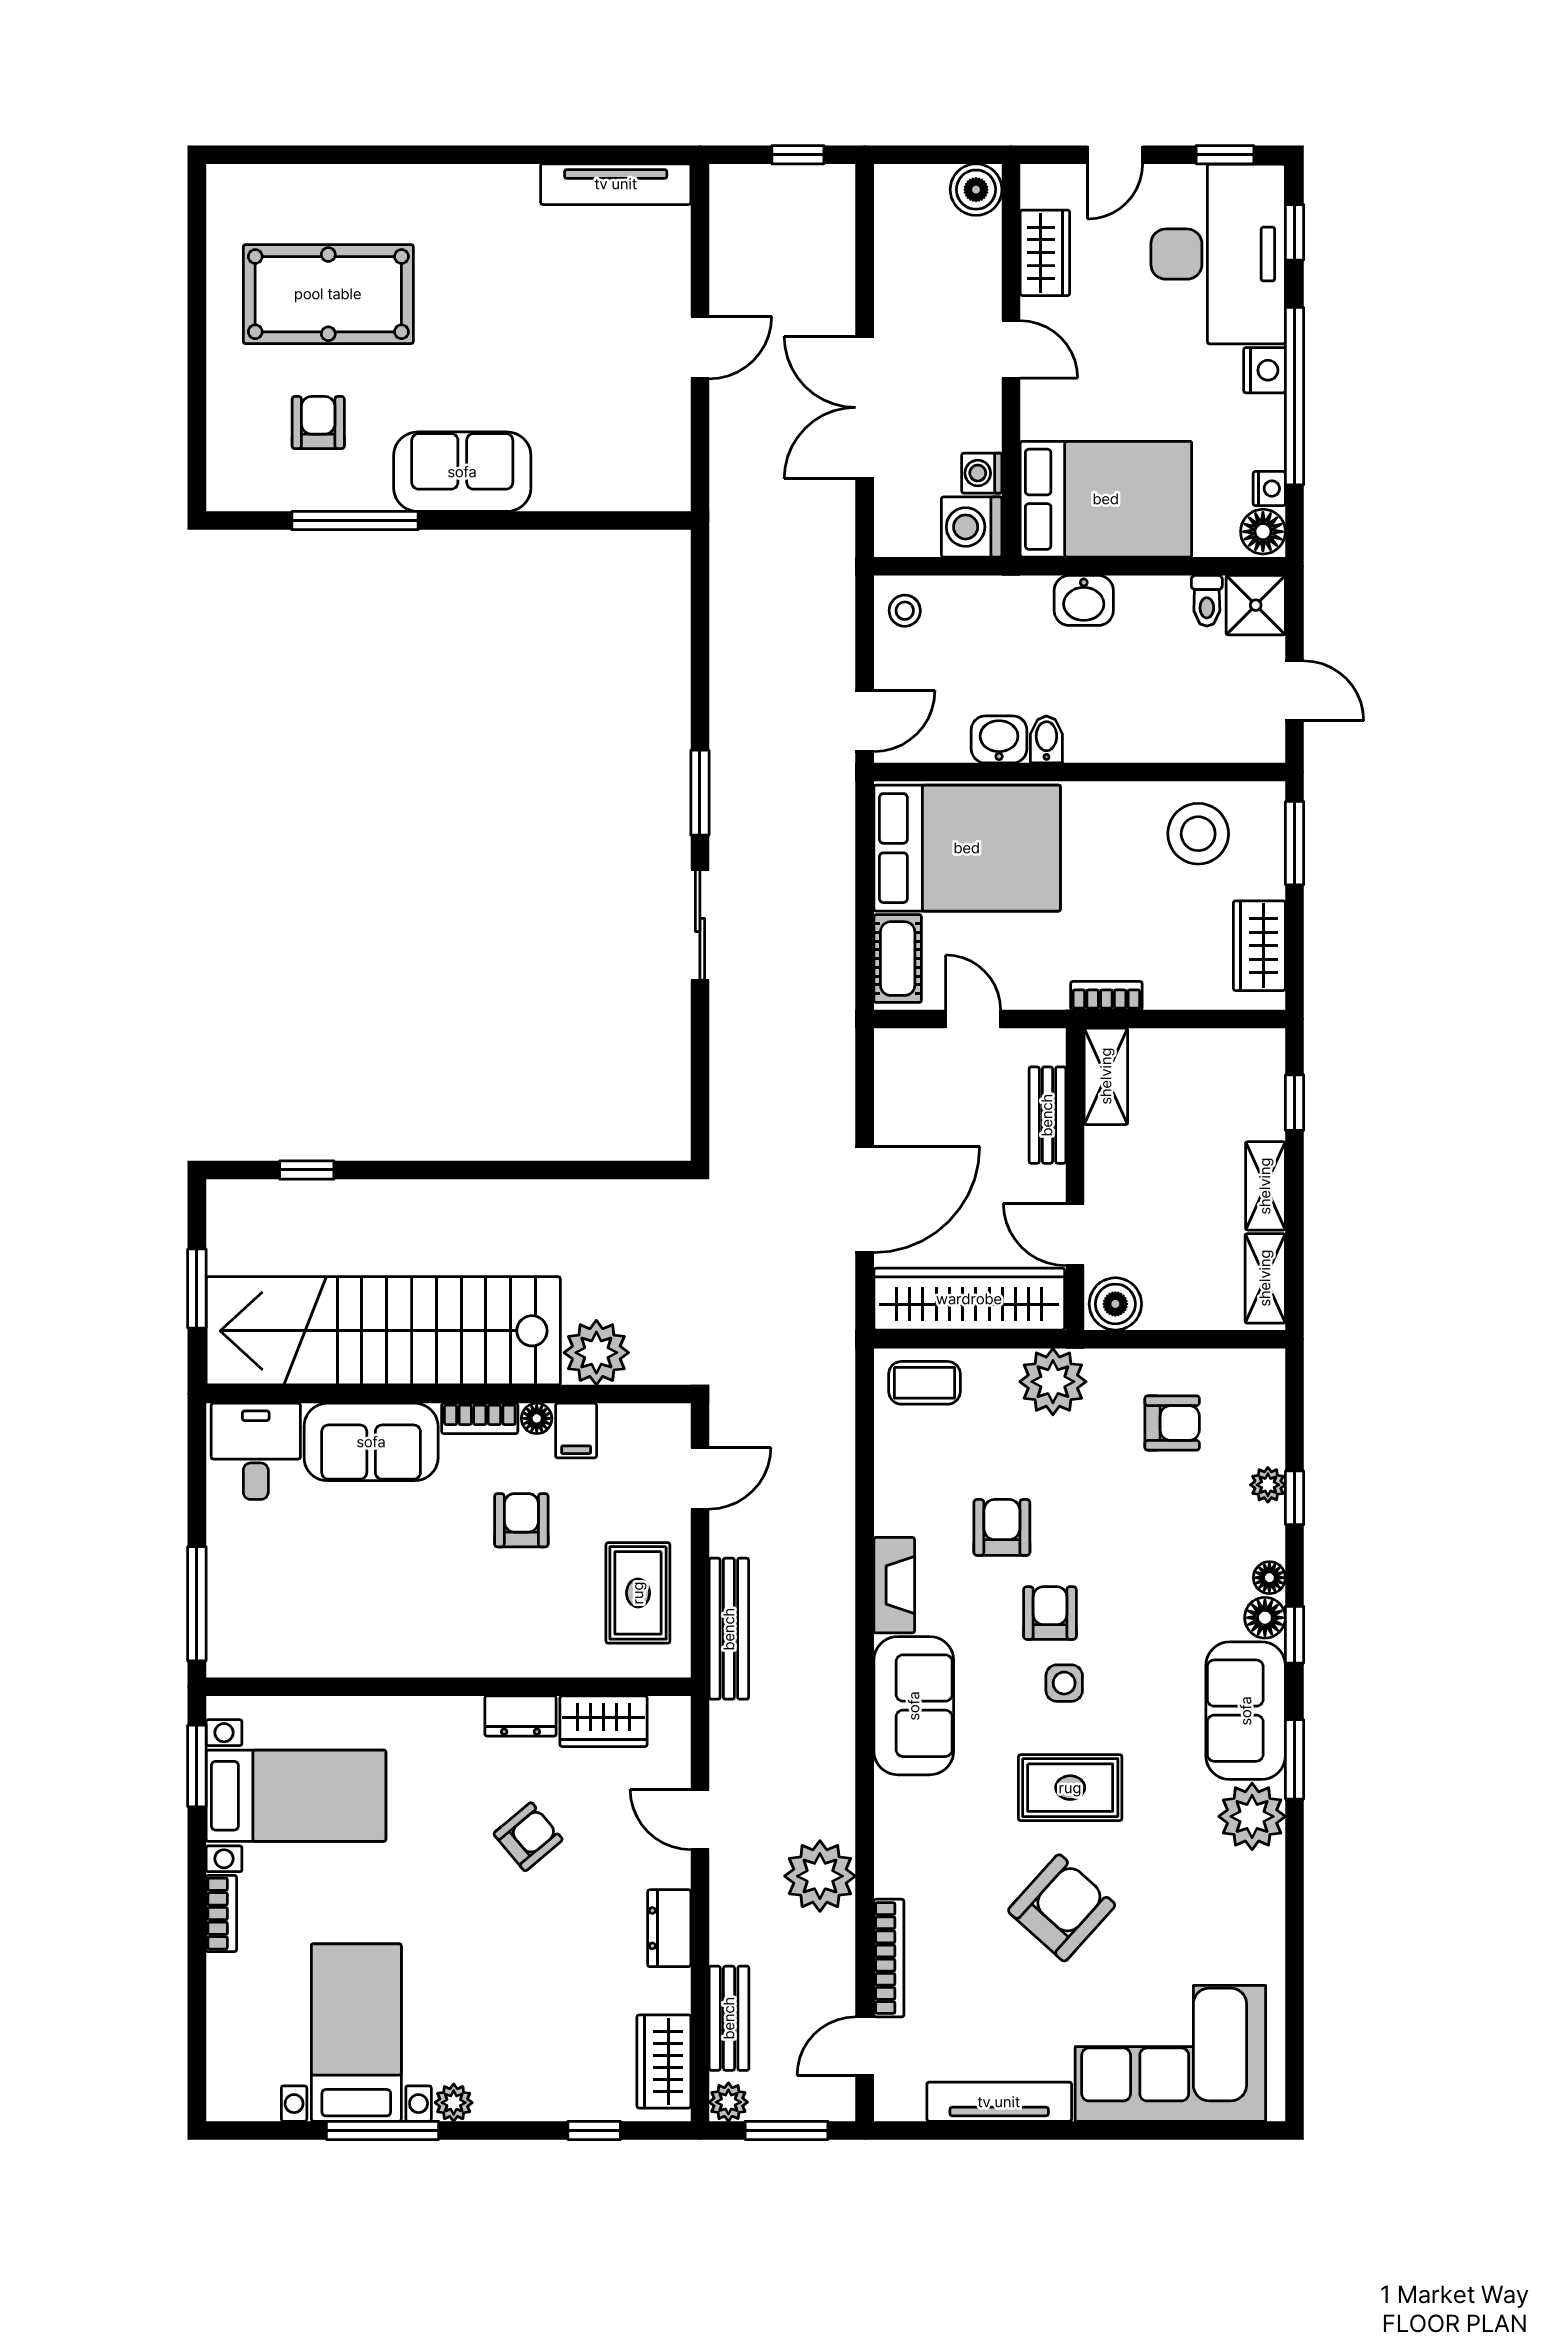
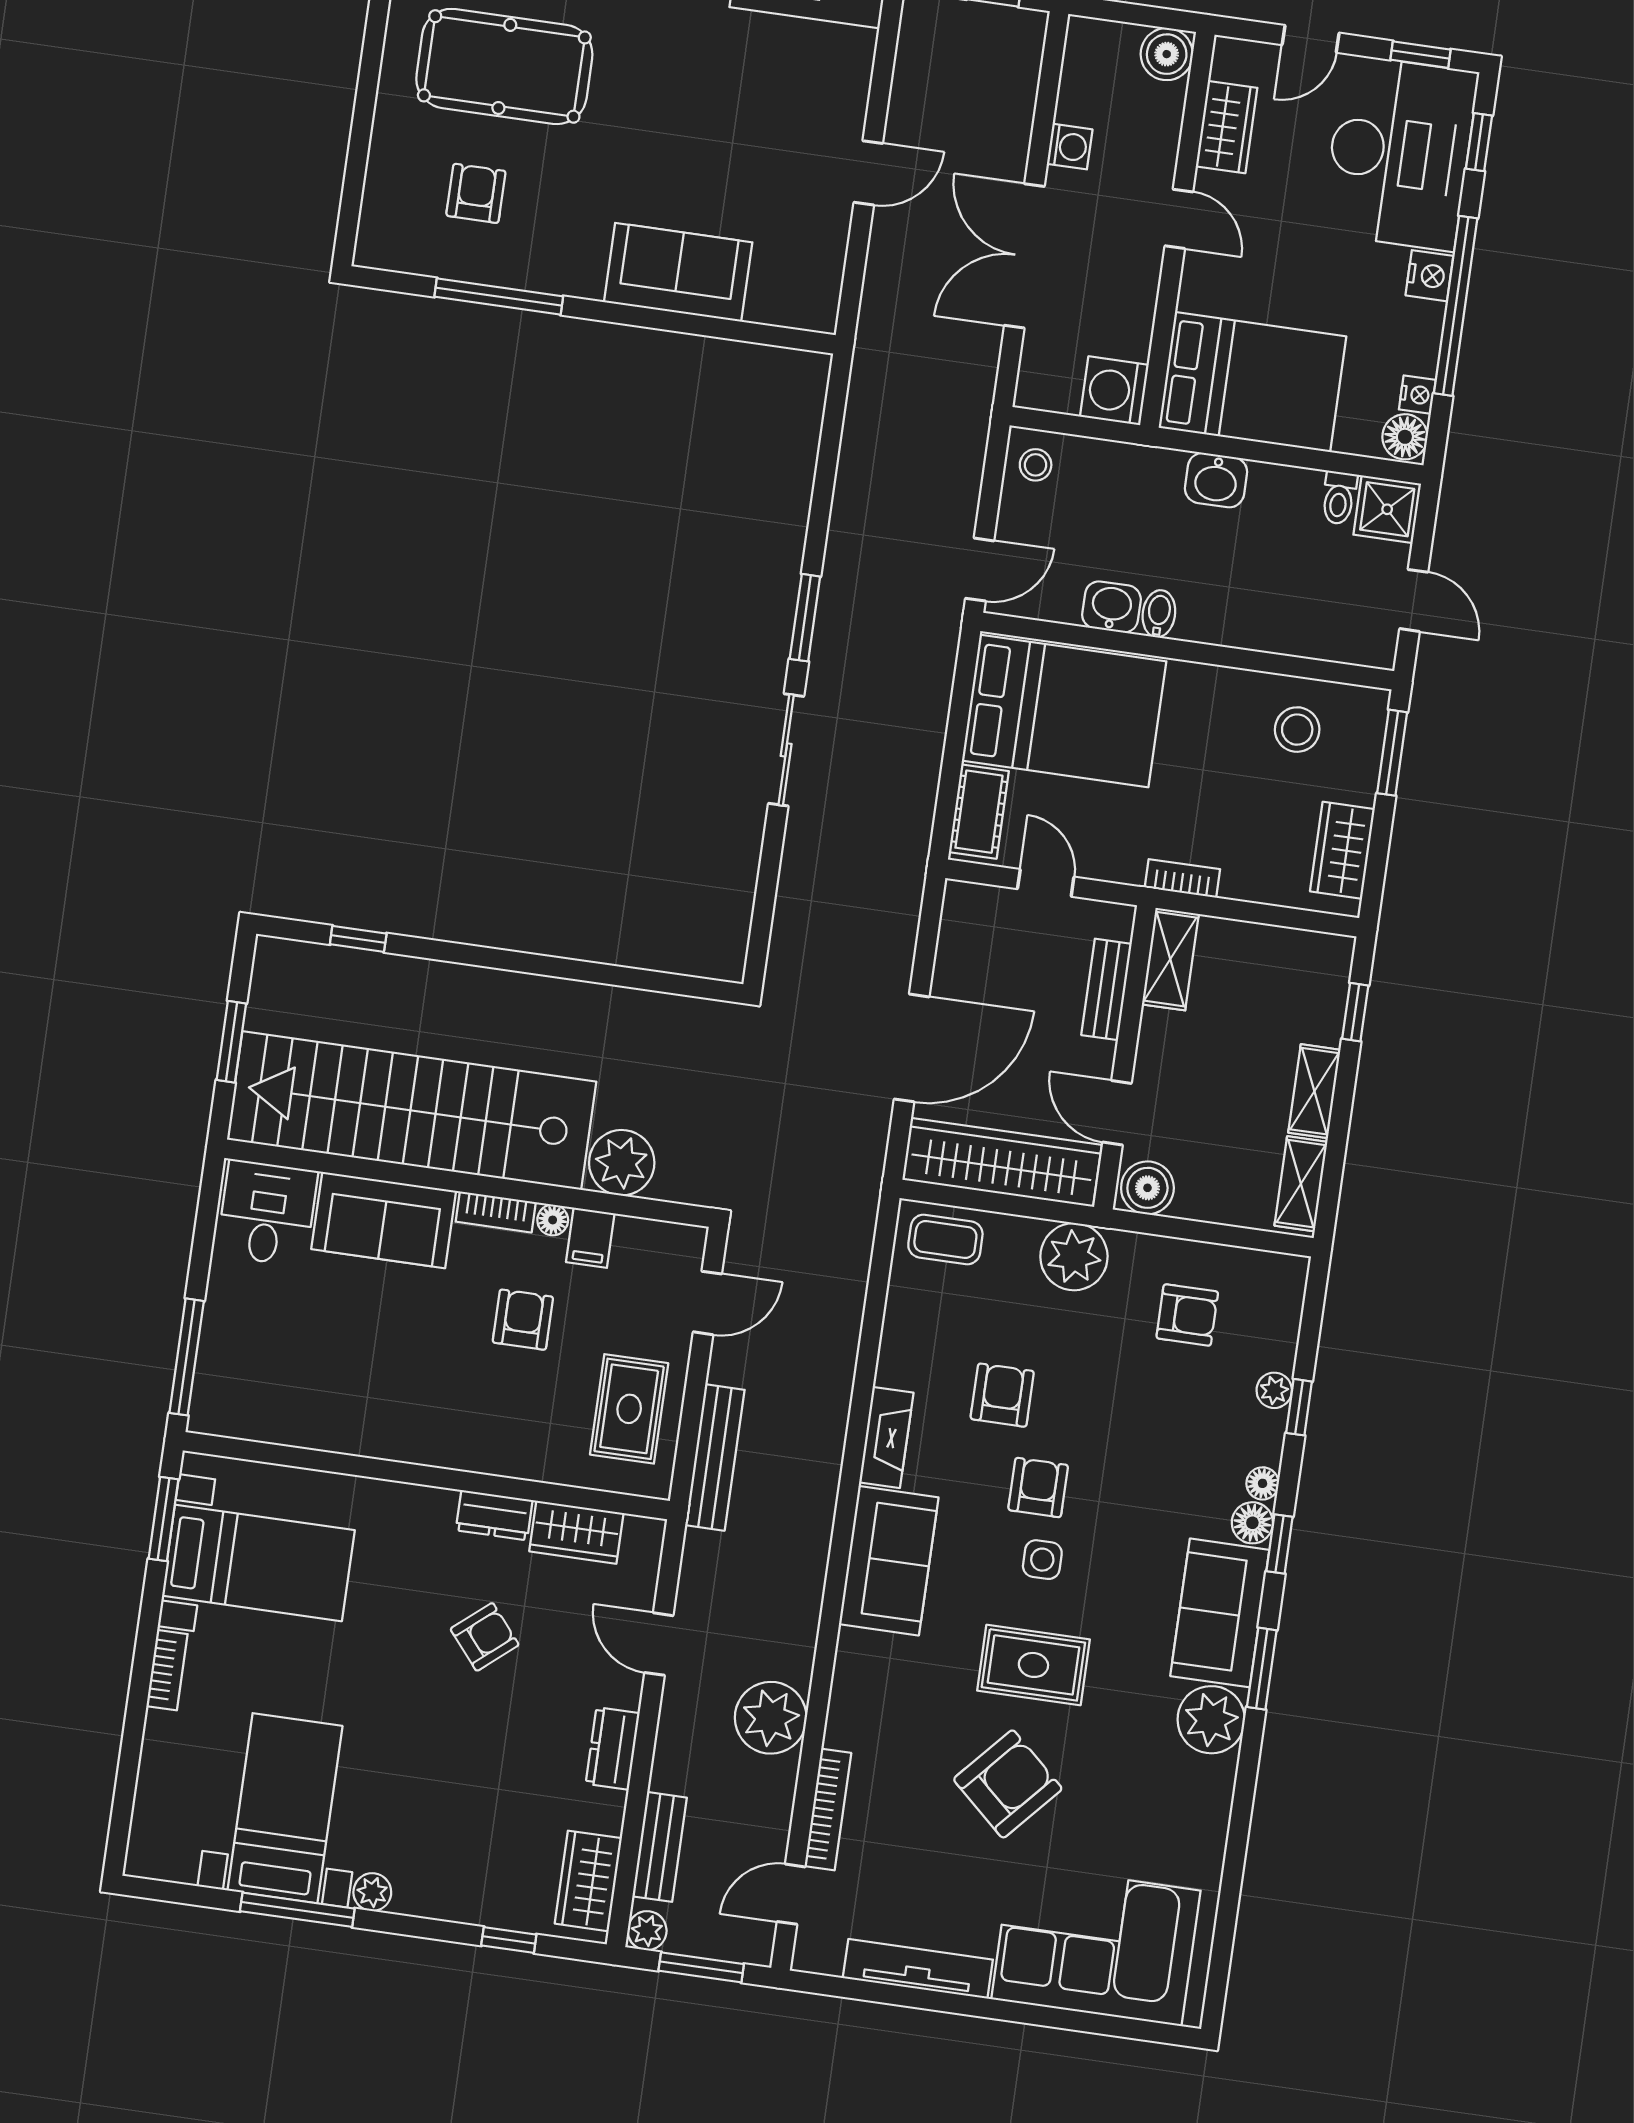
sofa: (462, 472) -> (678, 272), moved
washing machine: (982, 473) -> (1070, 147), moved, turned 180
stool: (1198, 834) -> (1297, 730), width x0.73, depth x0.73

